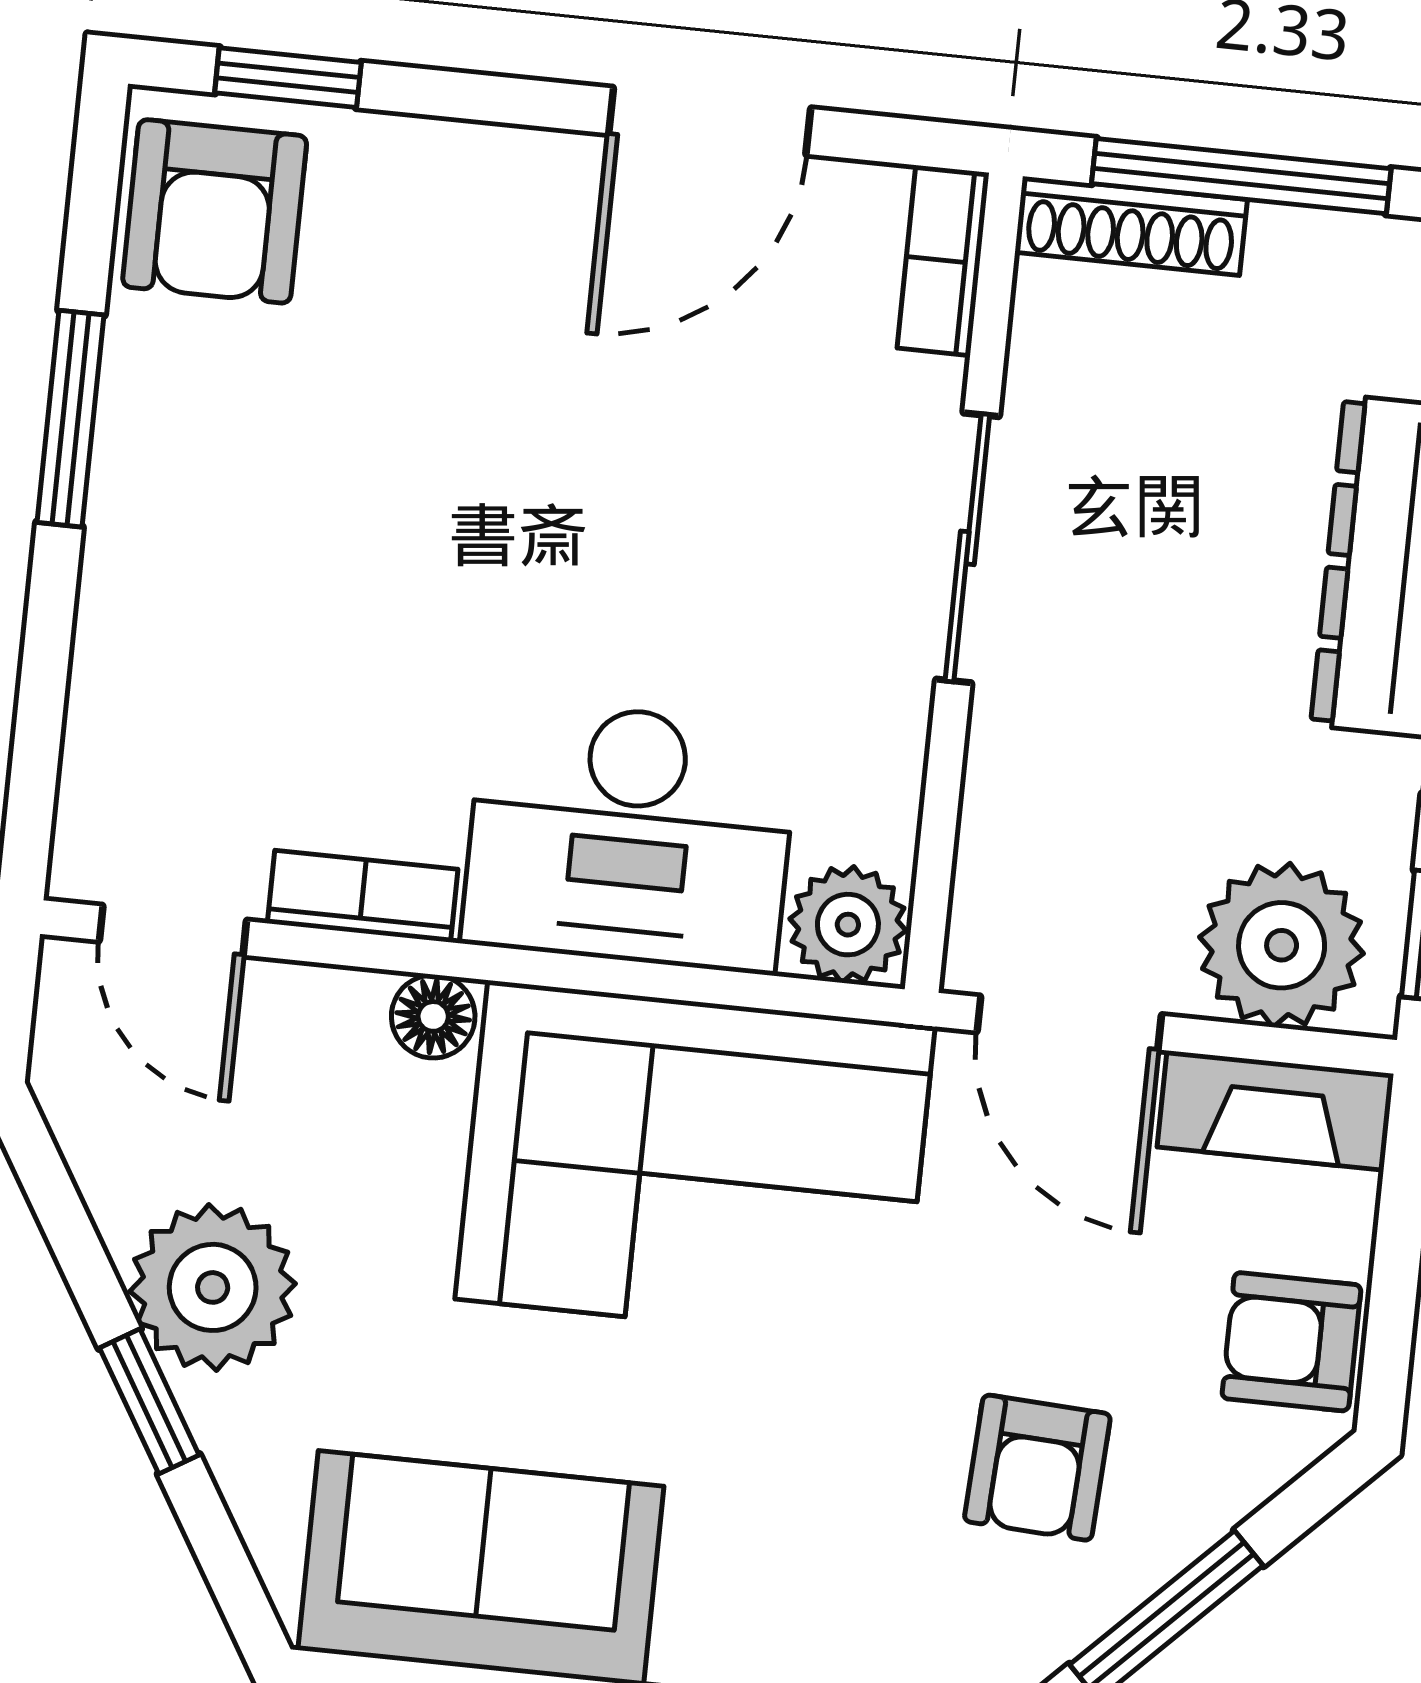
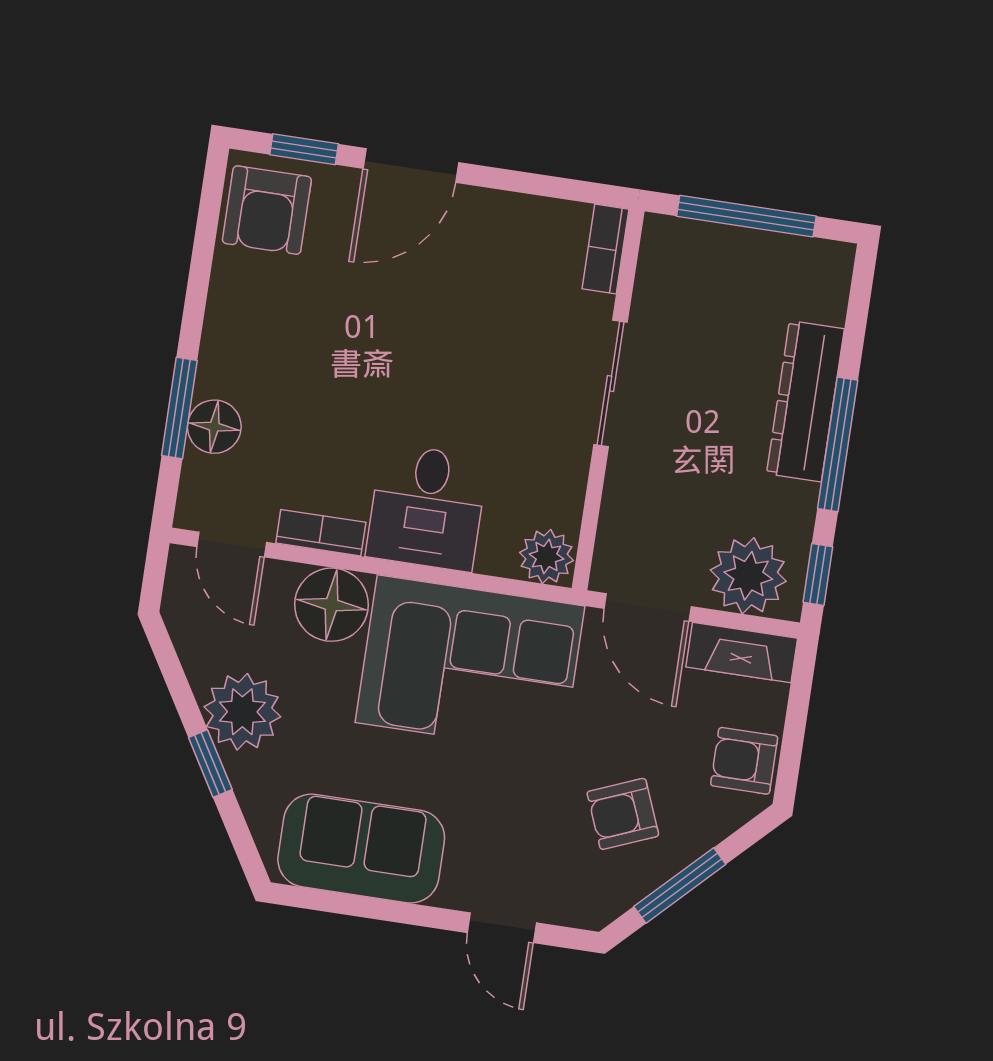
door: (710, 121) -> (411, 165), moved
shoe rack: (1131, 226) -> (694, 237), removed
window: (71, 419) -> (179, 408), moved
floor lamp: (124, 680) -> (214, 427), added
desk: (630, 836) -> (427, 507), width x0.73
floor lamp: (433, 1016) -> (331, 605), width x1.89, depth x1.89
armchair: (1037, 1468) -> (623, 814), turned 65

